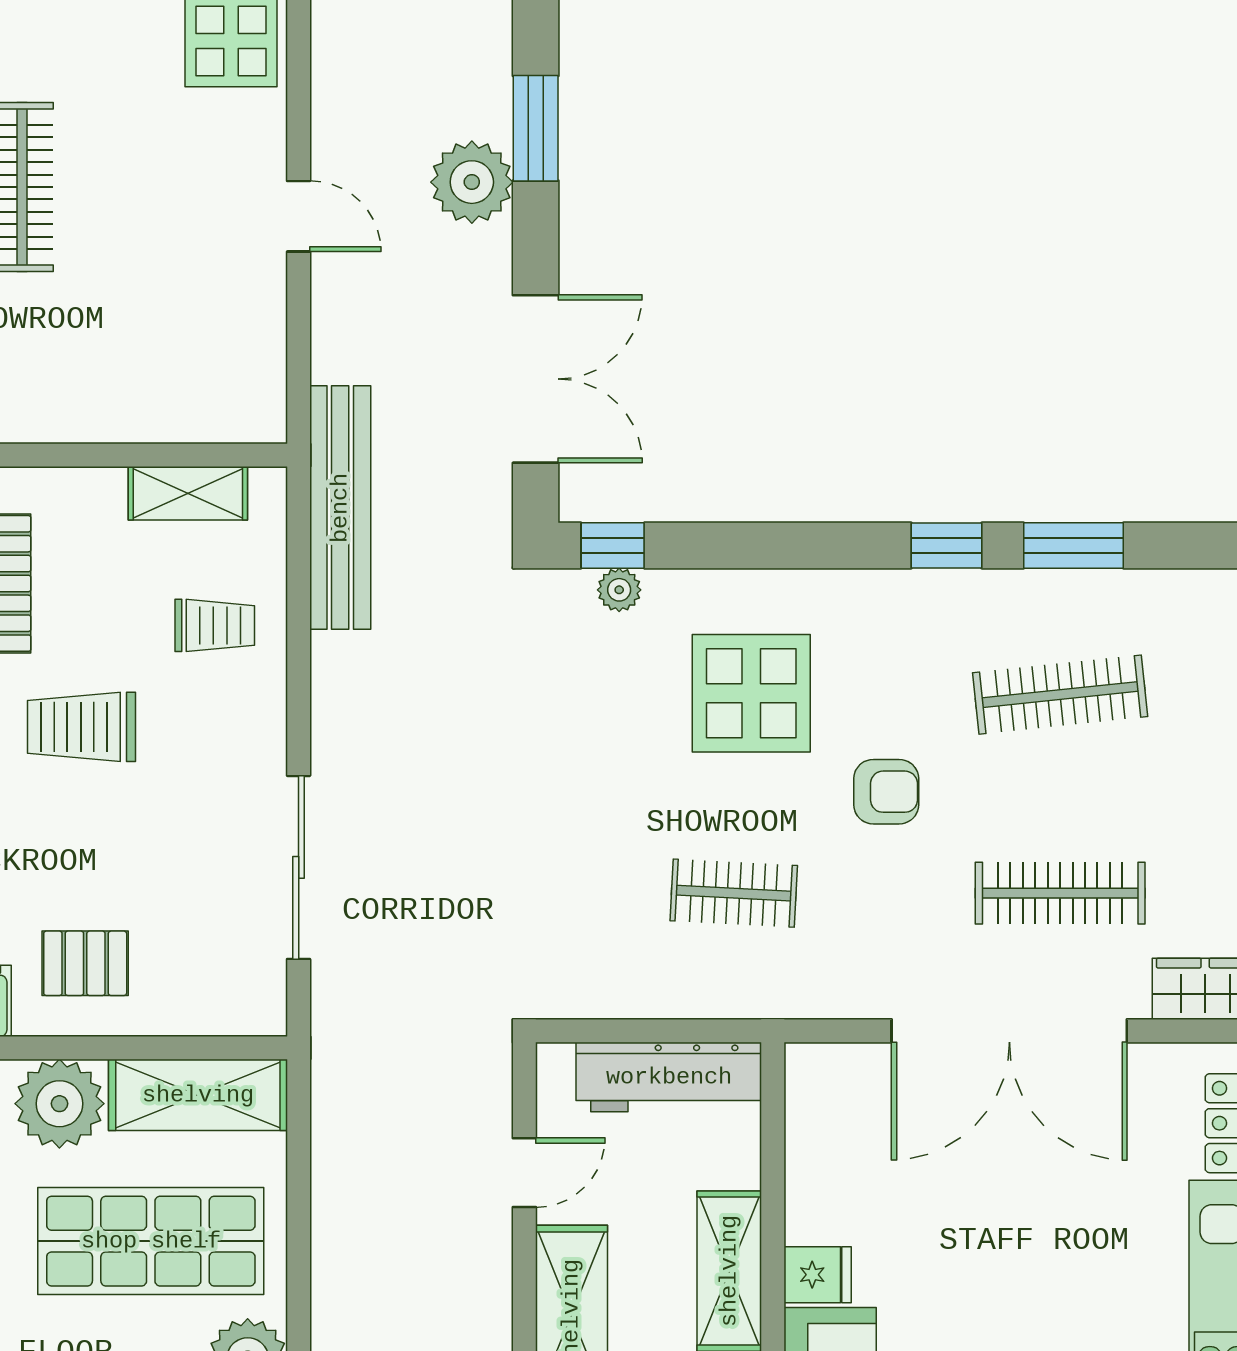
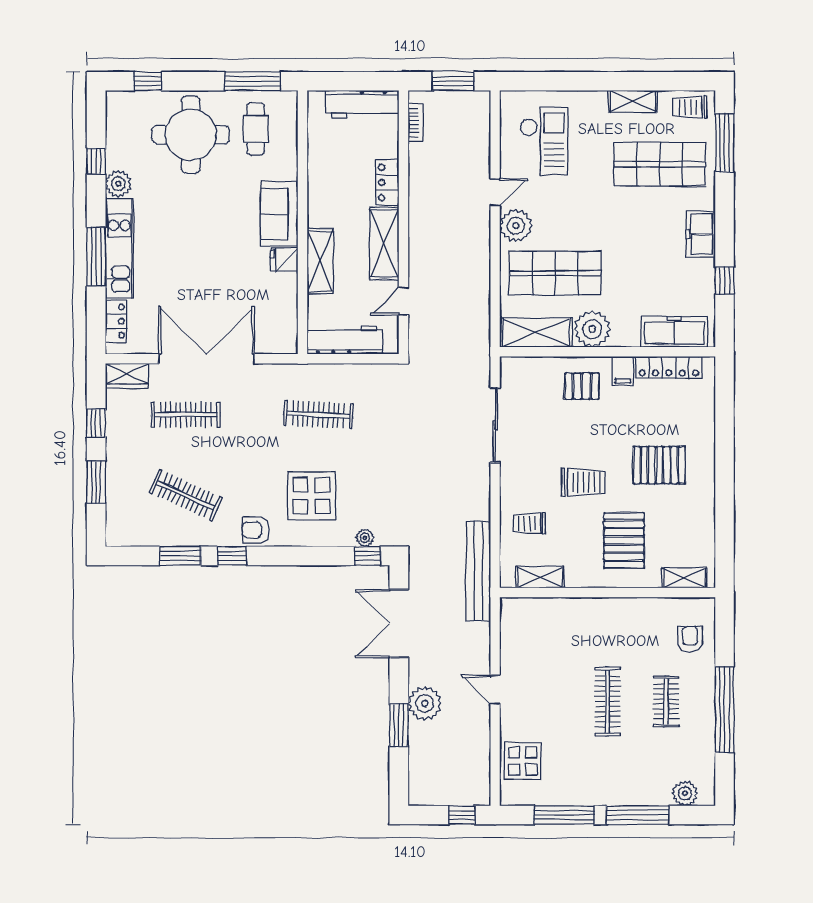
clothes rail: (1060, 695) -> (186, 495), turned 30
armchair: (886, 792) -> (256, 530), moved
clothes rail: (734, 893) -> (318, 415), width x1.36

